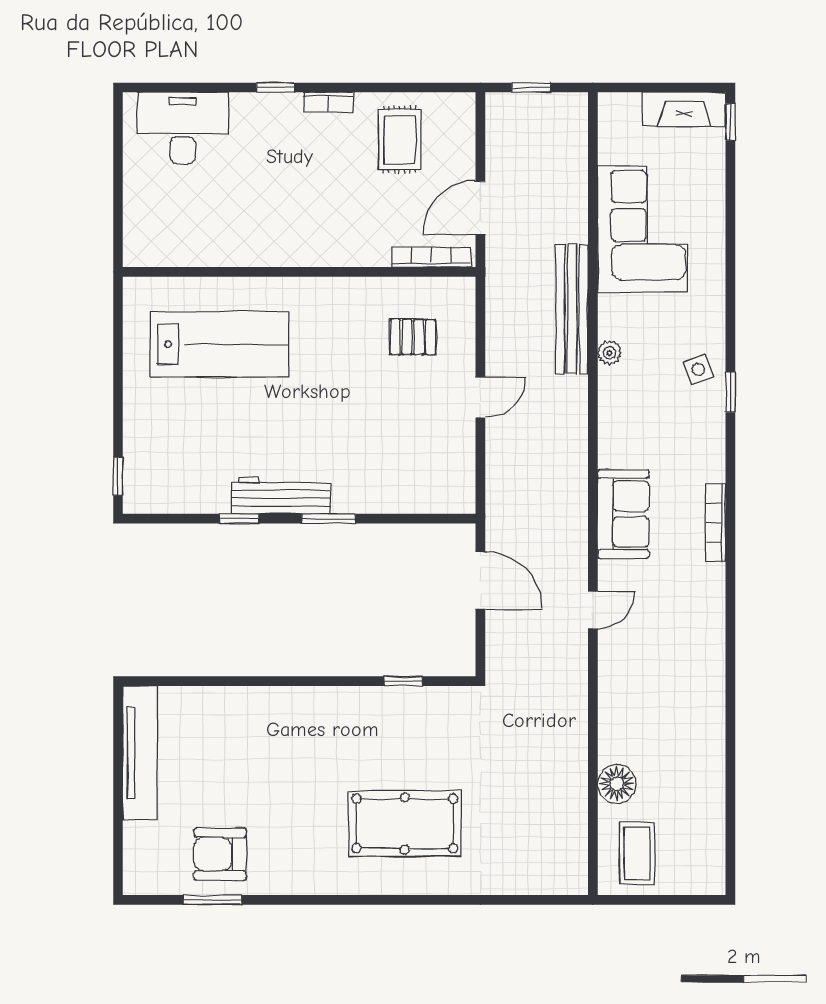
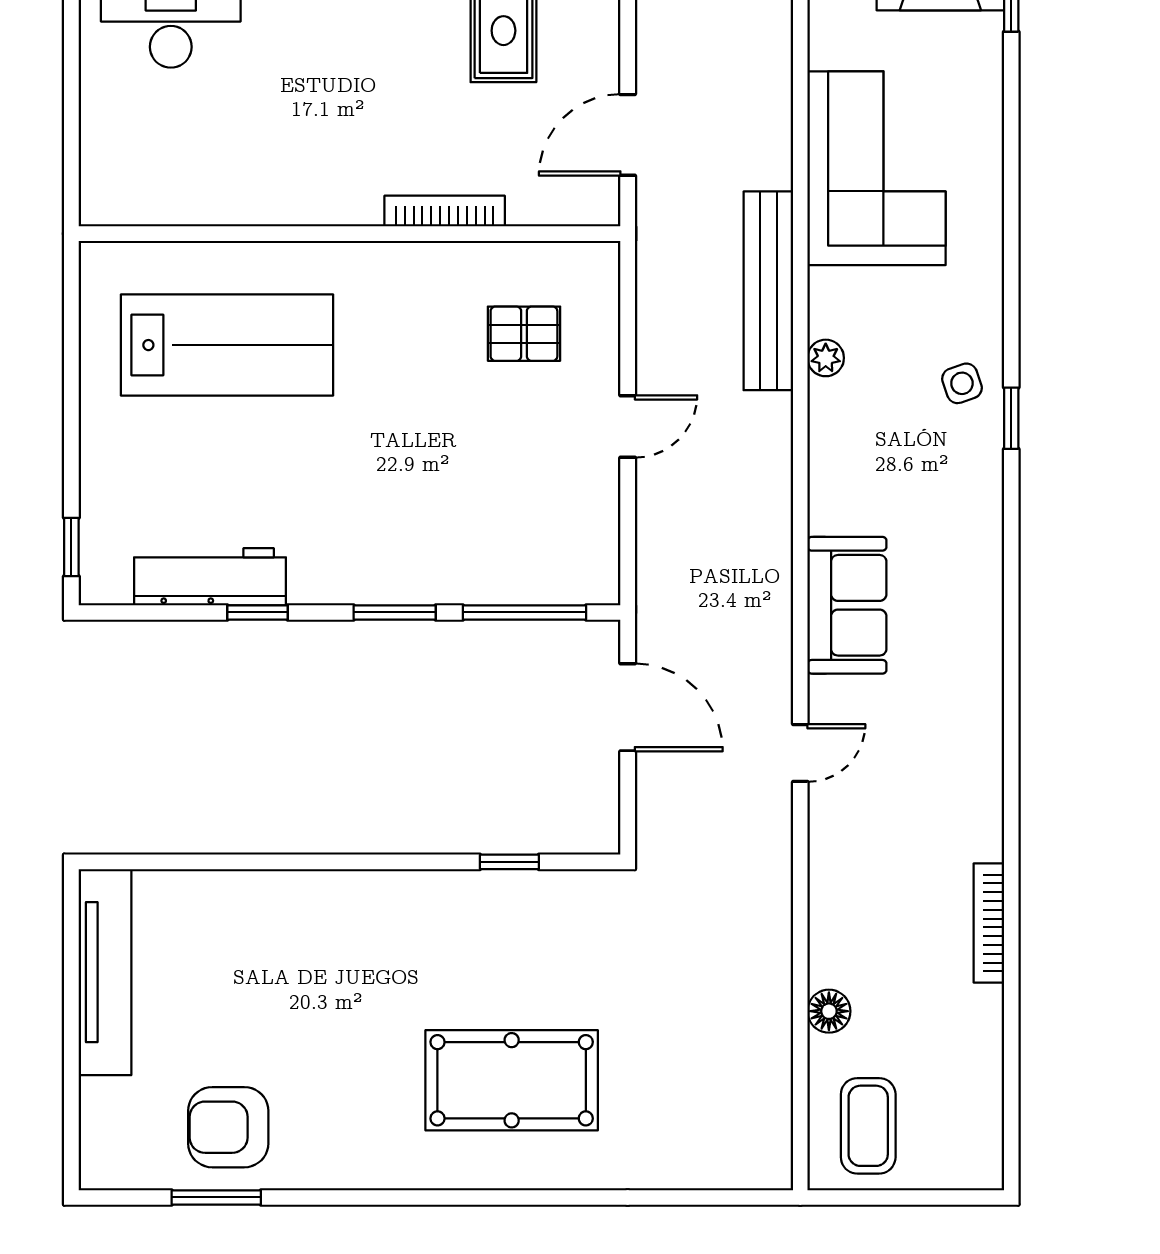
bookcase: (431, 257) -> (445, 211), moved
workbench: (281, 495) -> (210, 577), moved
window: (413, 519) -> (524, 612), added
bookcase: (716, 523) -> (989, 923), moved
floor lamp: (617, 784) -> (829, 1011), width x0.73, depth x0.73

